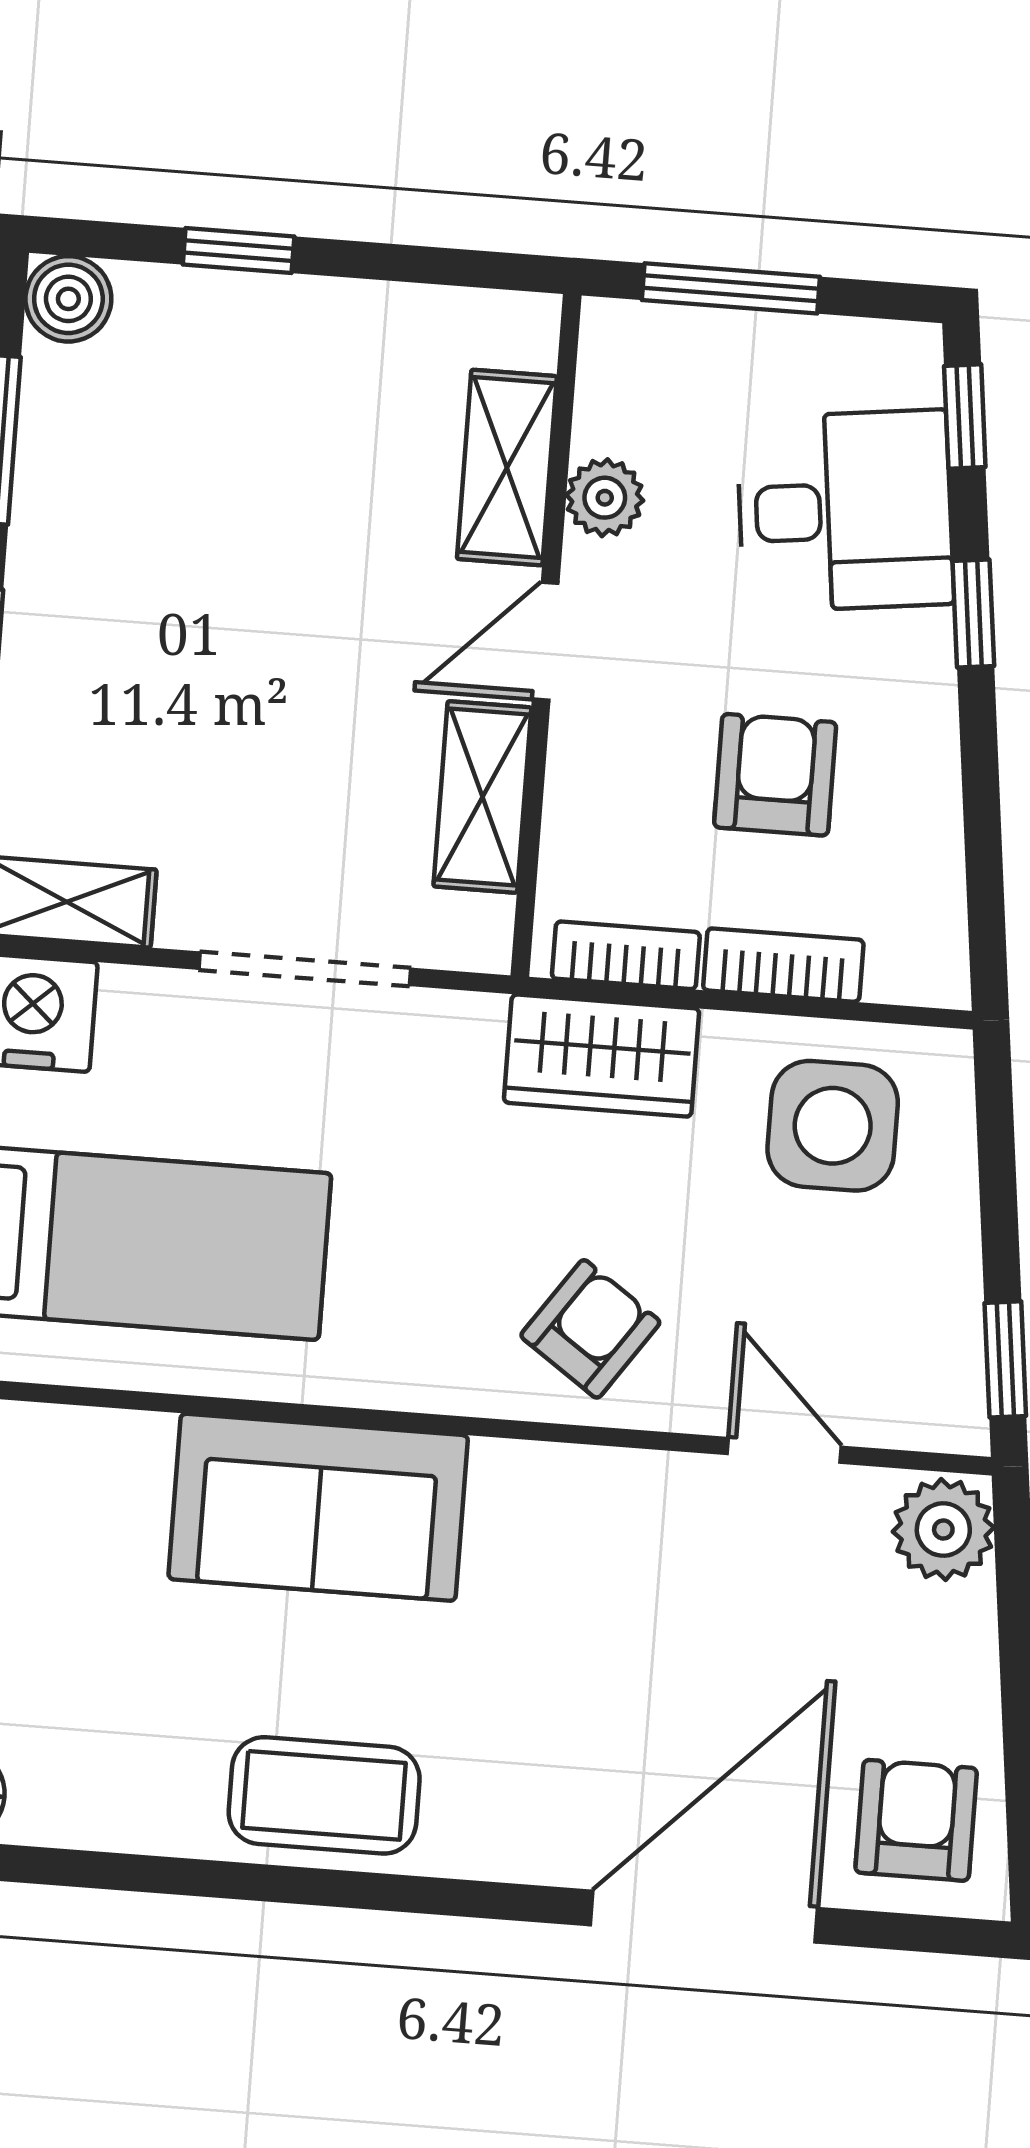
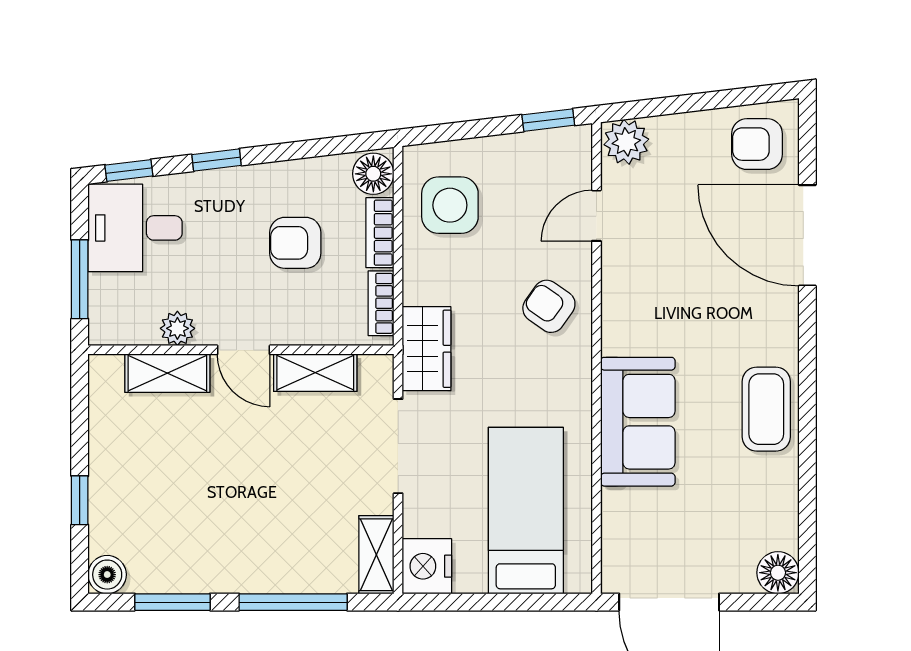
desk: (845, 511) -> (135, 228), moved, turned -83
floor lamp: (916, 960) -> (373, 174), added
wardrobe: (602, 1056) -> (427, 349), moved

